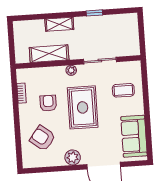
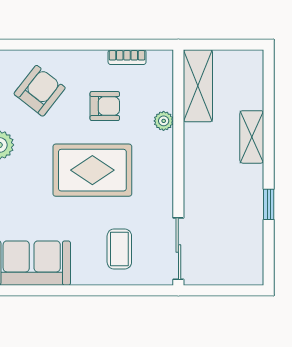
shelving: (49, 54) -> (198, 86), moved
sliding door: (100, 61) -> (178, 249), moved
plant: (71, 70) -> (164, 121), moved

